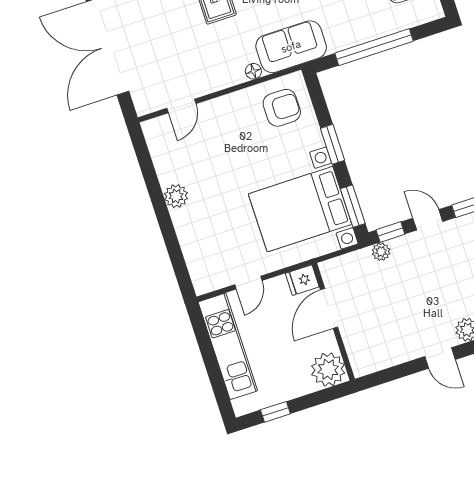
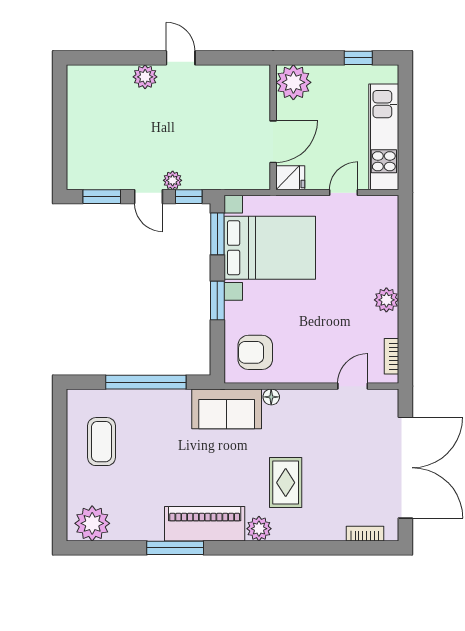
bookcase: (154, 146) -> (392, 356), added
plant: (381, 252) -> (173, 180), moved

